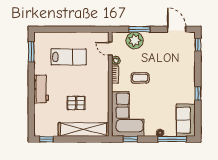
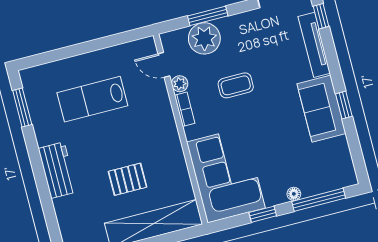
lab bench: (69, 57) -> (92, 99), turned 180
tv unit: (191, 58) -> (314, 45), added
coffee table: (140, 78) -> (236, 85), moved
sofa: (186, 120) -> (321, 109), moved
window: (130, 139) -> (263, 214), moved

